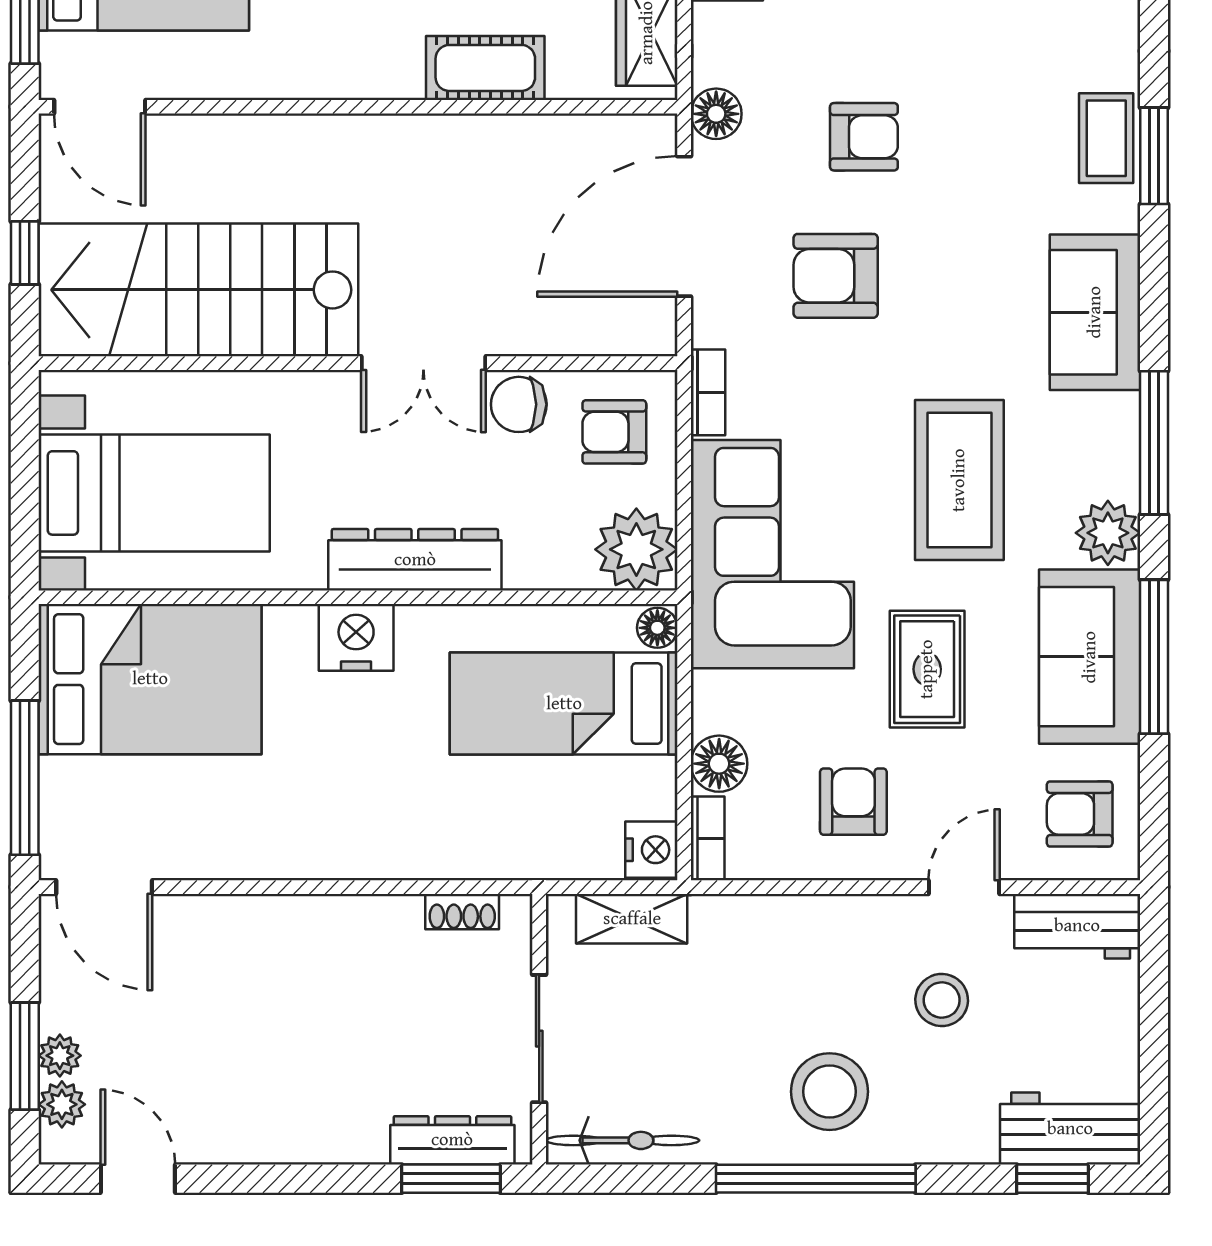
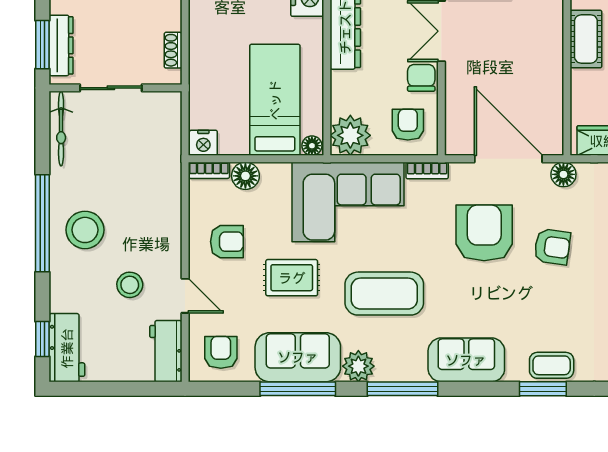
cot: (485, 68) -> (586, 39), moved
armchair: (864, 137) -> (552, 247), turned -82
armchair: (836, 276) -> (484, 233), width x1.36, depth x1.36
shelving: (632, 919) -> (170, 133), removed

